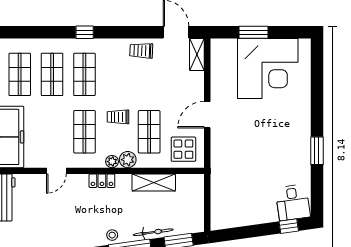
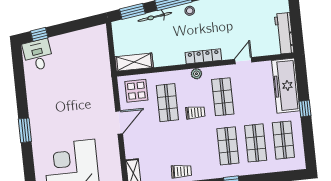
window: (317, 151) -> (25, 130), moved
plant: (128, 160) -> (183, 77), removed
locker: (102, 181) -> (203, 56), width x1.53
shelving: (154, 183) -> (134, 62), moved

